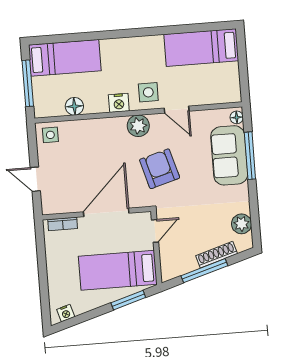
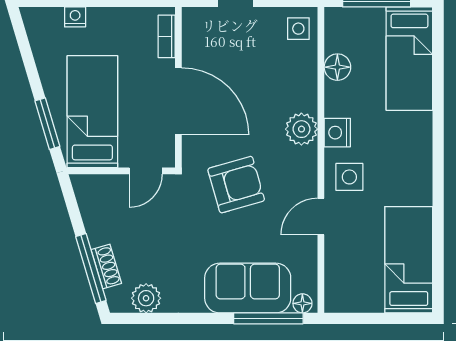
plant: (138, 126) -> (301, 129), moved
window: (250, 156) -> (268, 318), moved
door: (155, 231) -> (146, 171), hinge flipped
shoe rack: (217, 255) -> (106, 267), width x0.70
window: (204, 271) -> (91, 268), moved
nightstand: (66, 313) -> (75, 17), moved, turned 107

